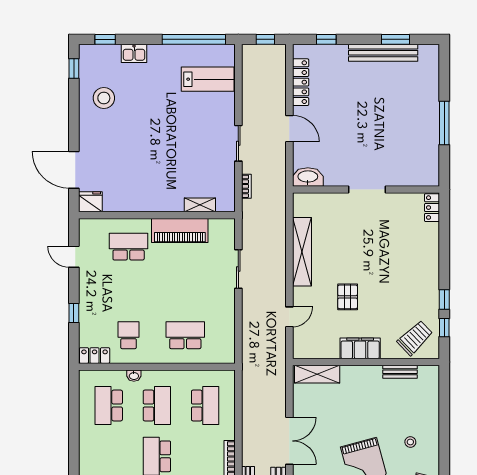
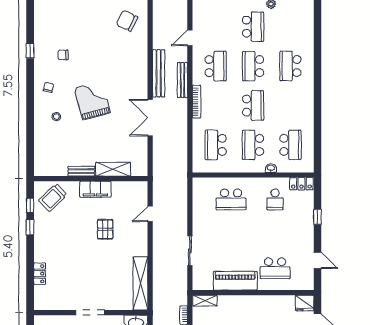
shelving: (200, 205) -> (205, 301), moved
locker: (432, 208) -> (40, 274), moved
shelving: (302, 252) -> (140, 283), moved
bench: (400, 372) -> (81, 171), moved
shelving: (317, 374) -> (113, 169), moved

